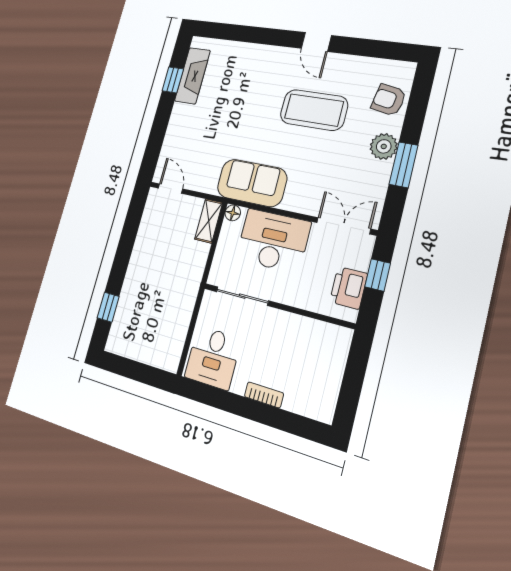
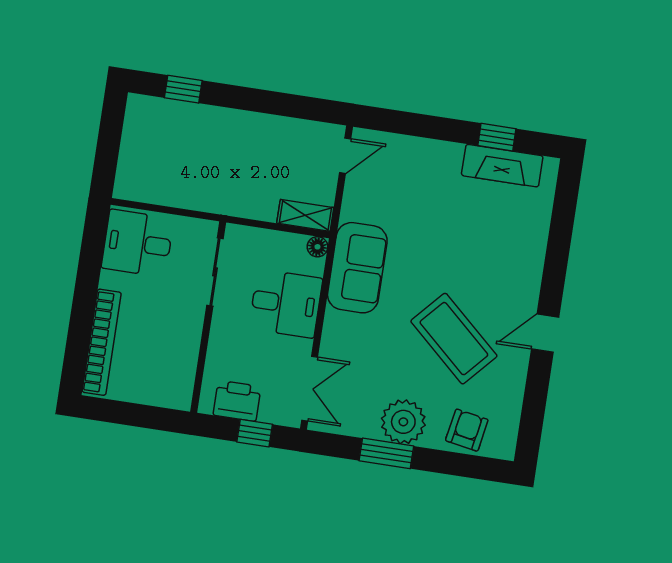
coffee table: (314, 110) -> (454, 339), turned -48
plant: (384, 146) -> (403, 422), width x1.36, depth x1.36
desk: (273, 241) -> (286, 304), width x0.73
bookcase: (264, 395) -> (102, 342), width x2.31, depth x1.31

